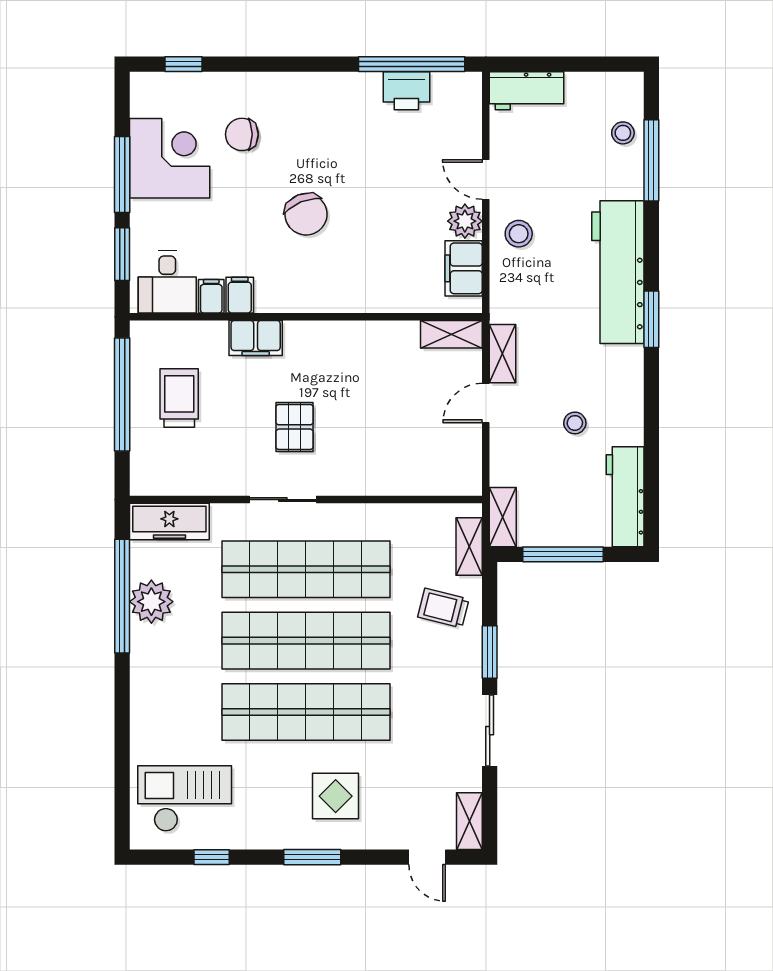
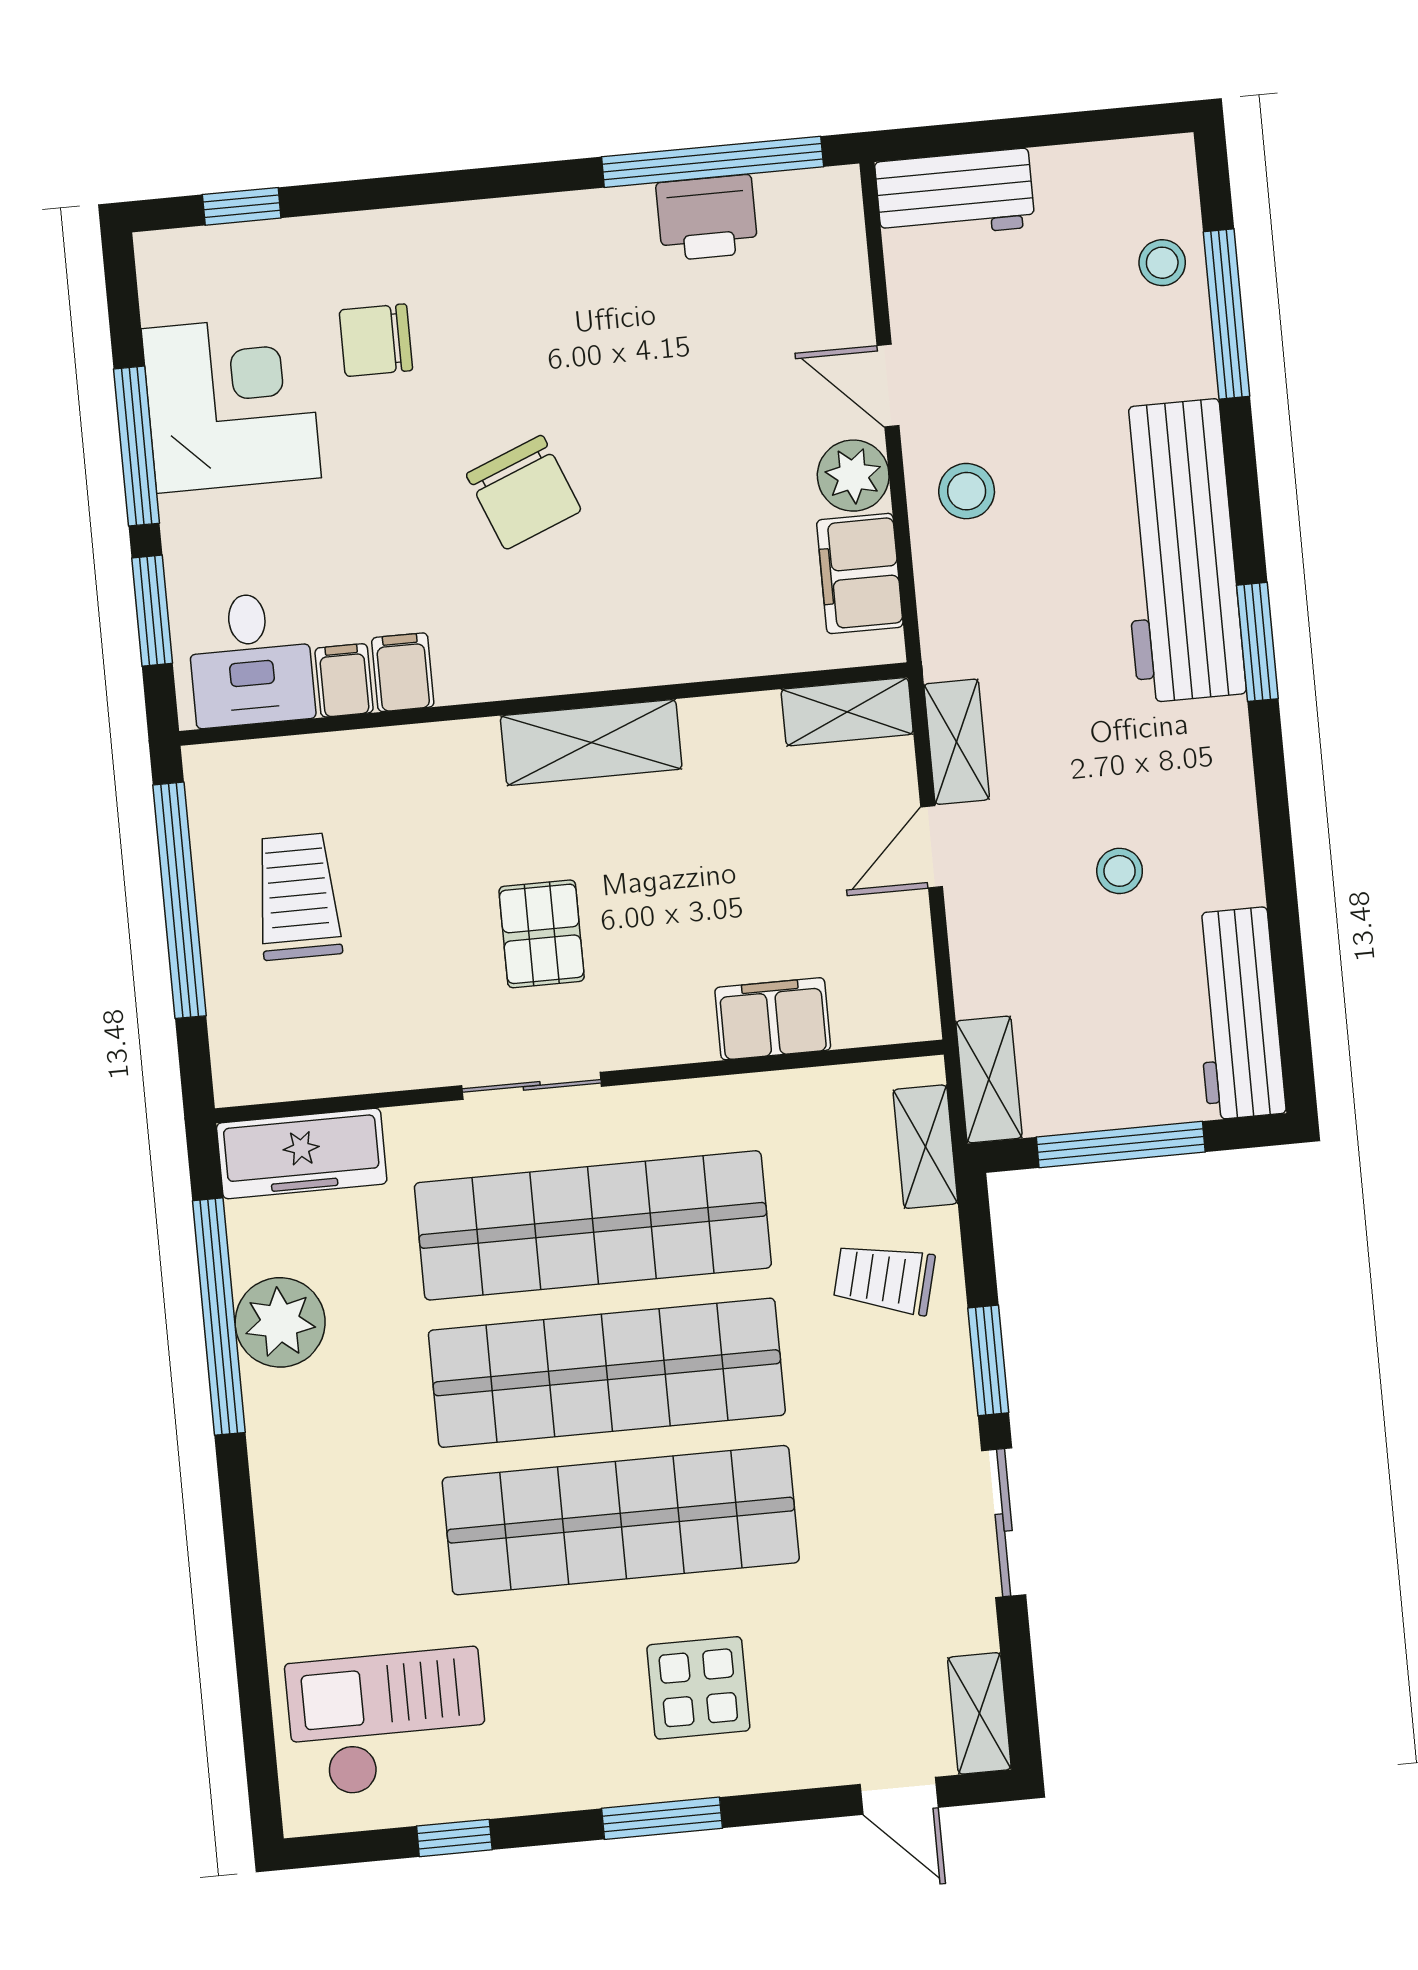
shelving: (327, 337) -> (591, 742), added
filing cabinet: (256, 338) -> (773, 1019), moved, turned 180

